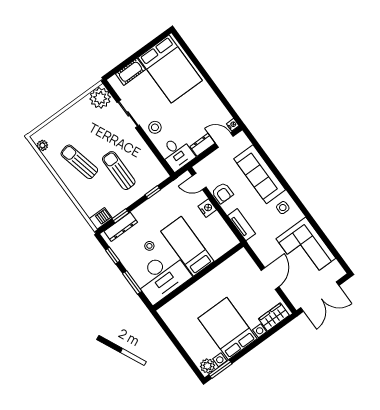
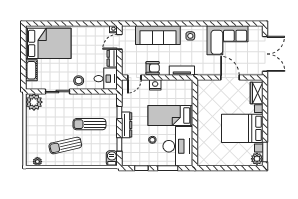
dresser: (121, 227) -> (127, 125), moved

